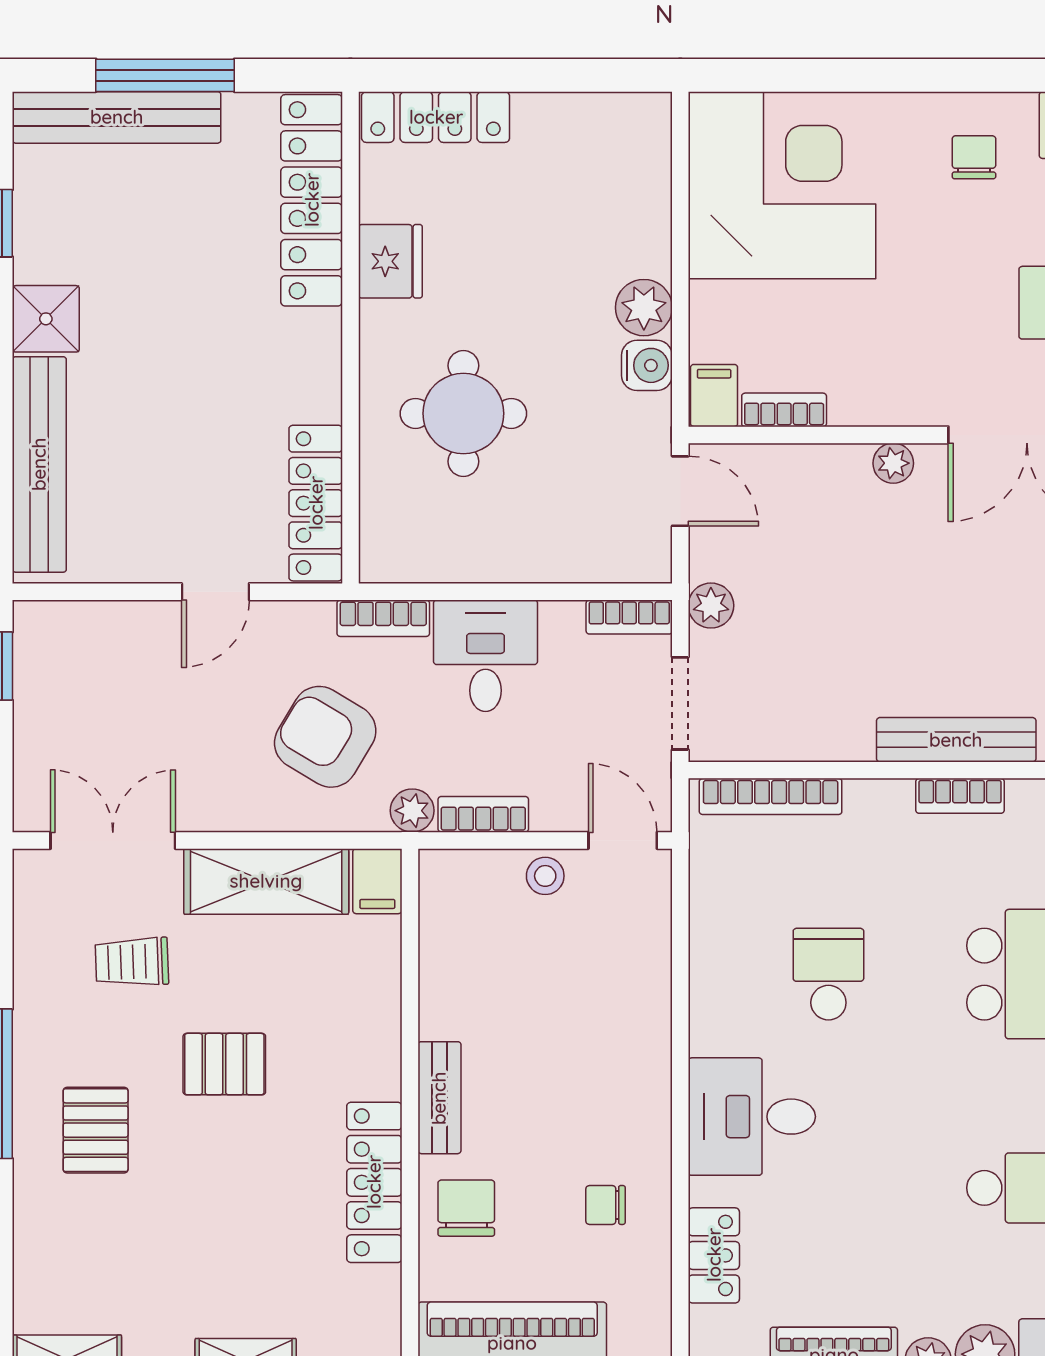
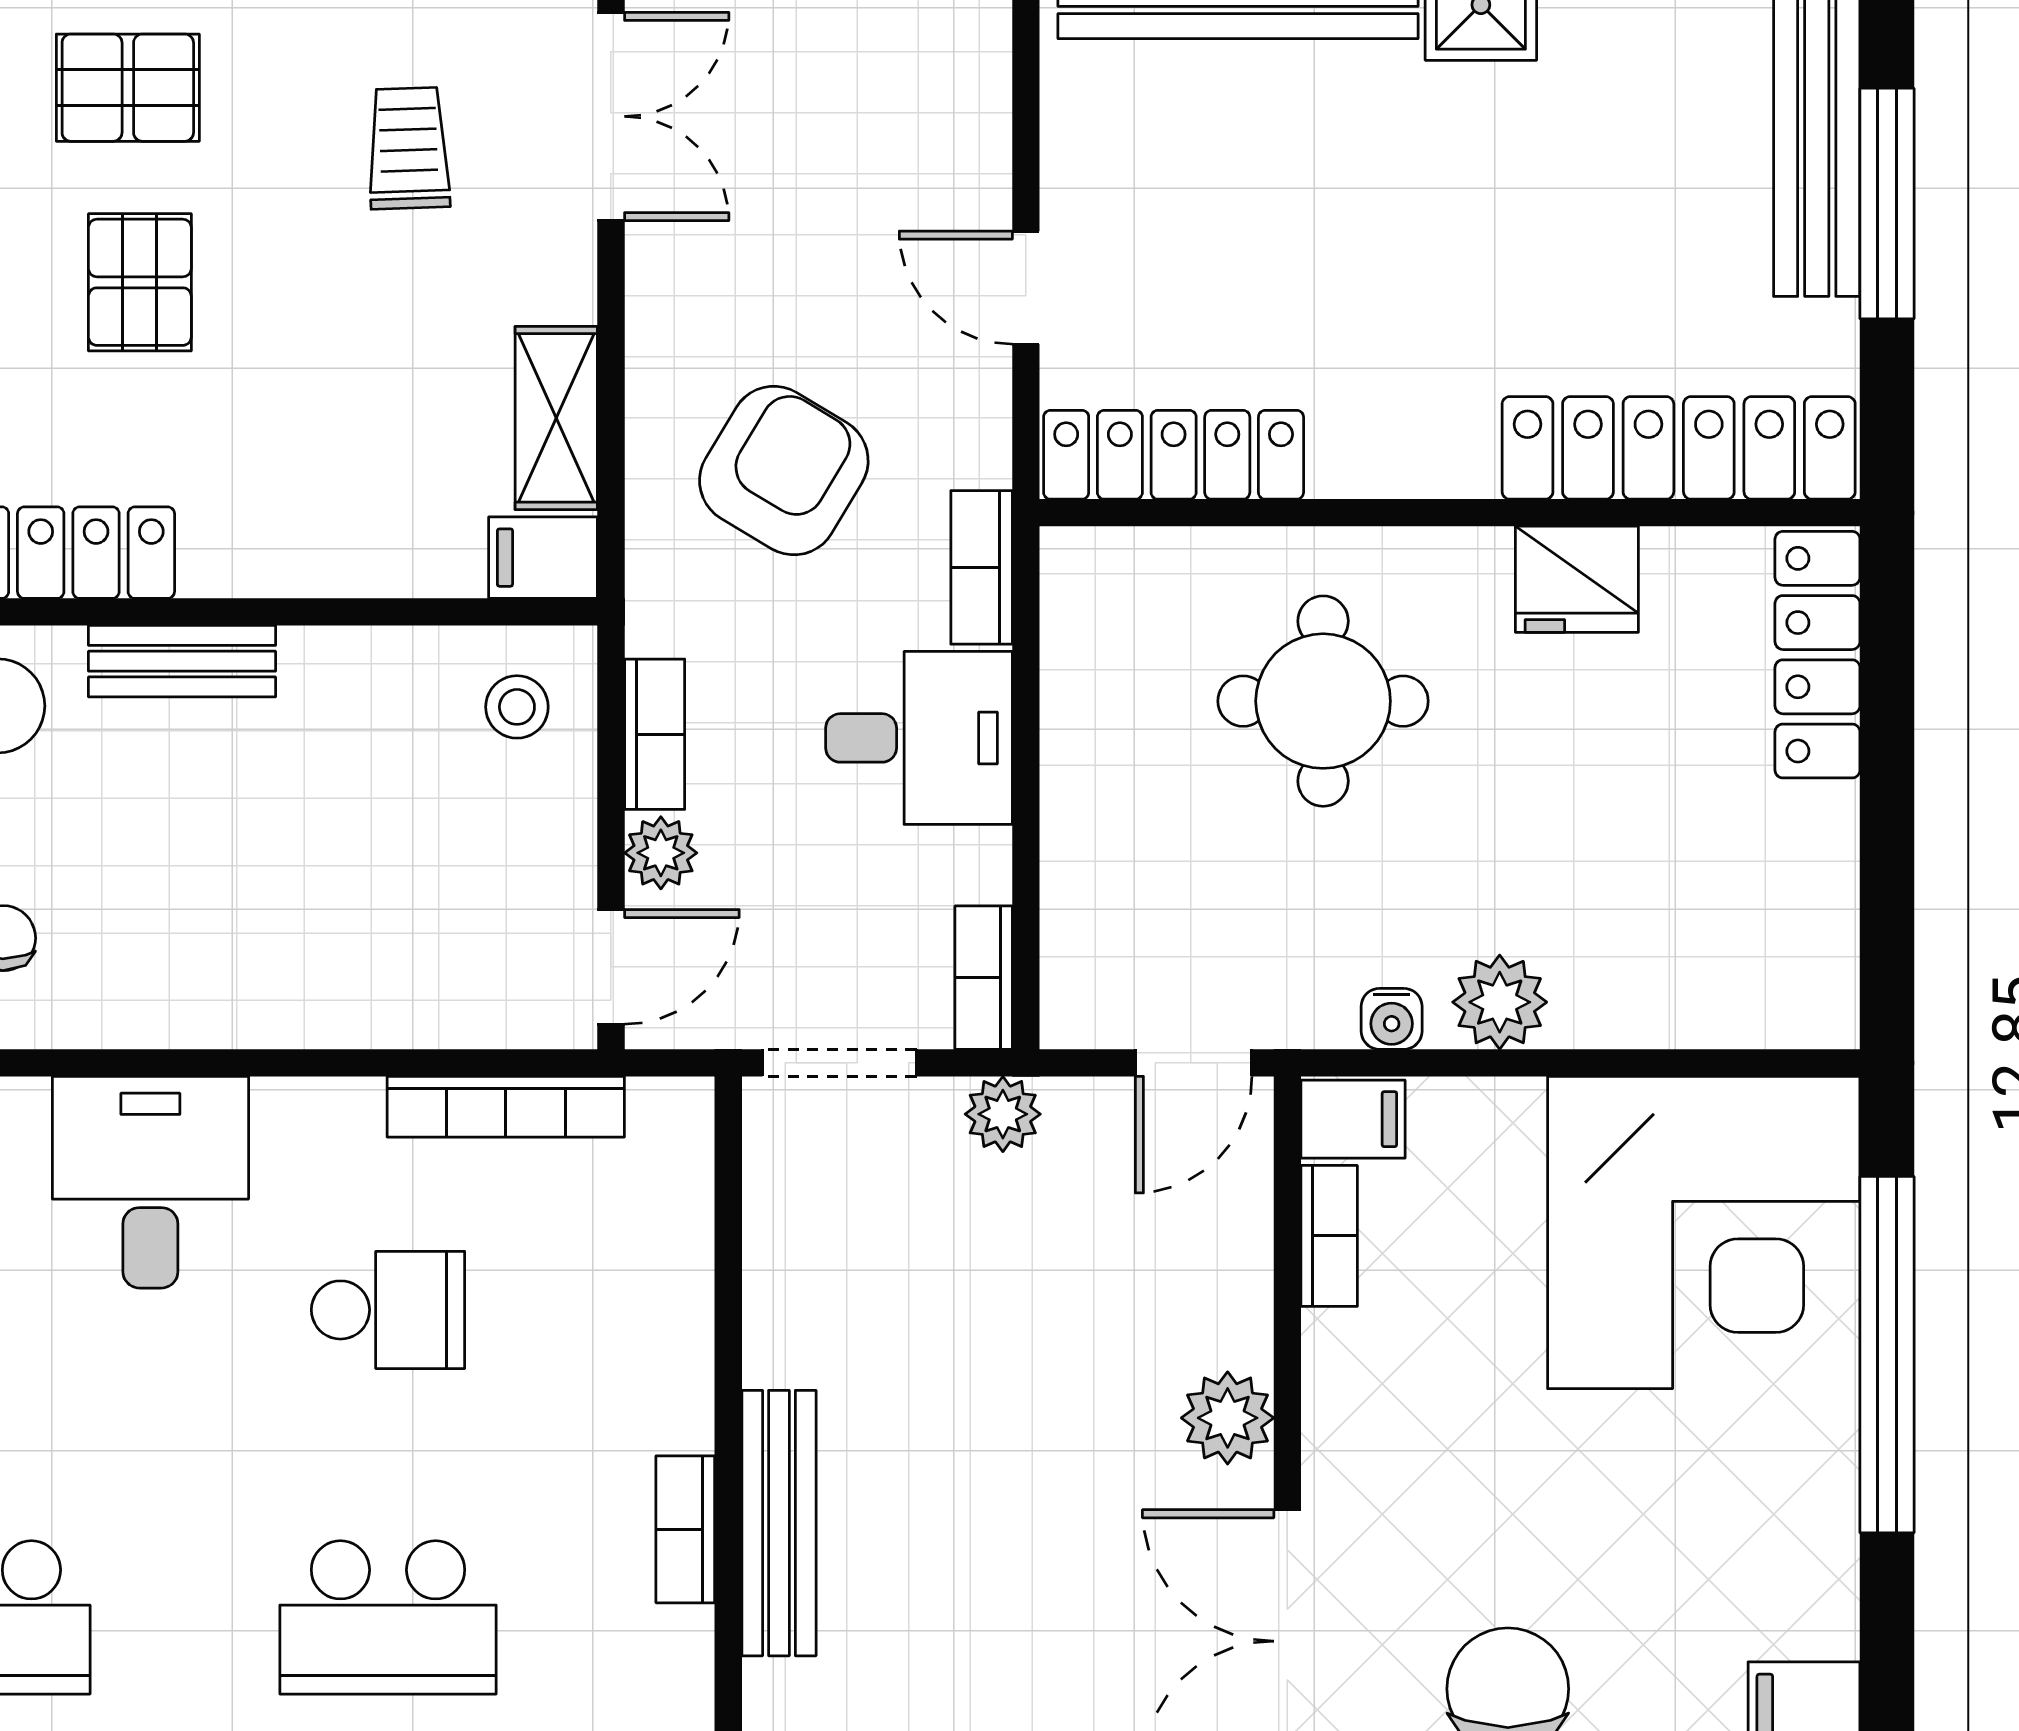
window: (855, 75) -> (1887, 1355), added
chair: (974, 157) -> (1750, 1553), removed
water cooler: (647, 365) -> (1392, 1019), width x0.72, depth x0.72
plant: (893, 463) -> (1228, 1418), width x1.38, depth x1.38
bookcase: (771, 796) -> (506, 1107), moved, turned -90
plant: (412, 811) -> (661, 853), moved
stool: (545, 876) -> (517, 707), moved
shelving: (266, 881) -> (556, 418), width x0.67, depth x0.75
pallet: (224, 1064) -> (140, 282), moved

